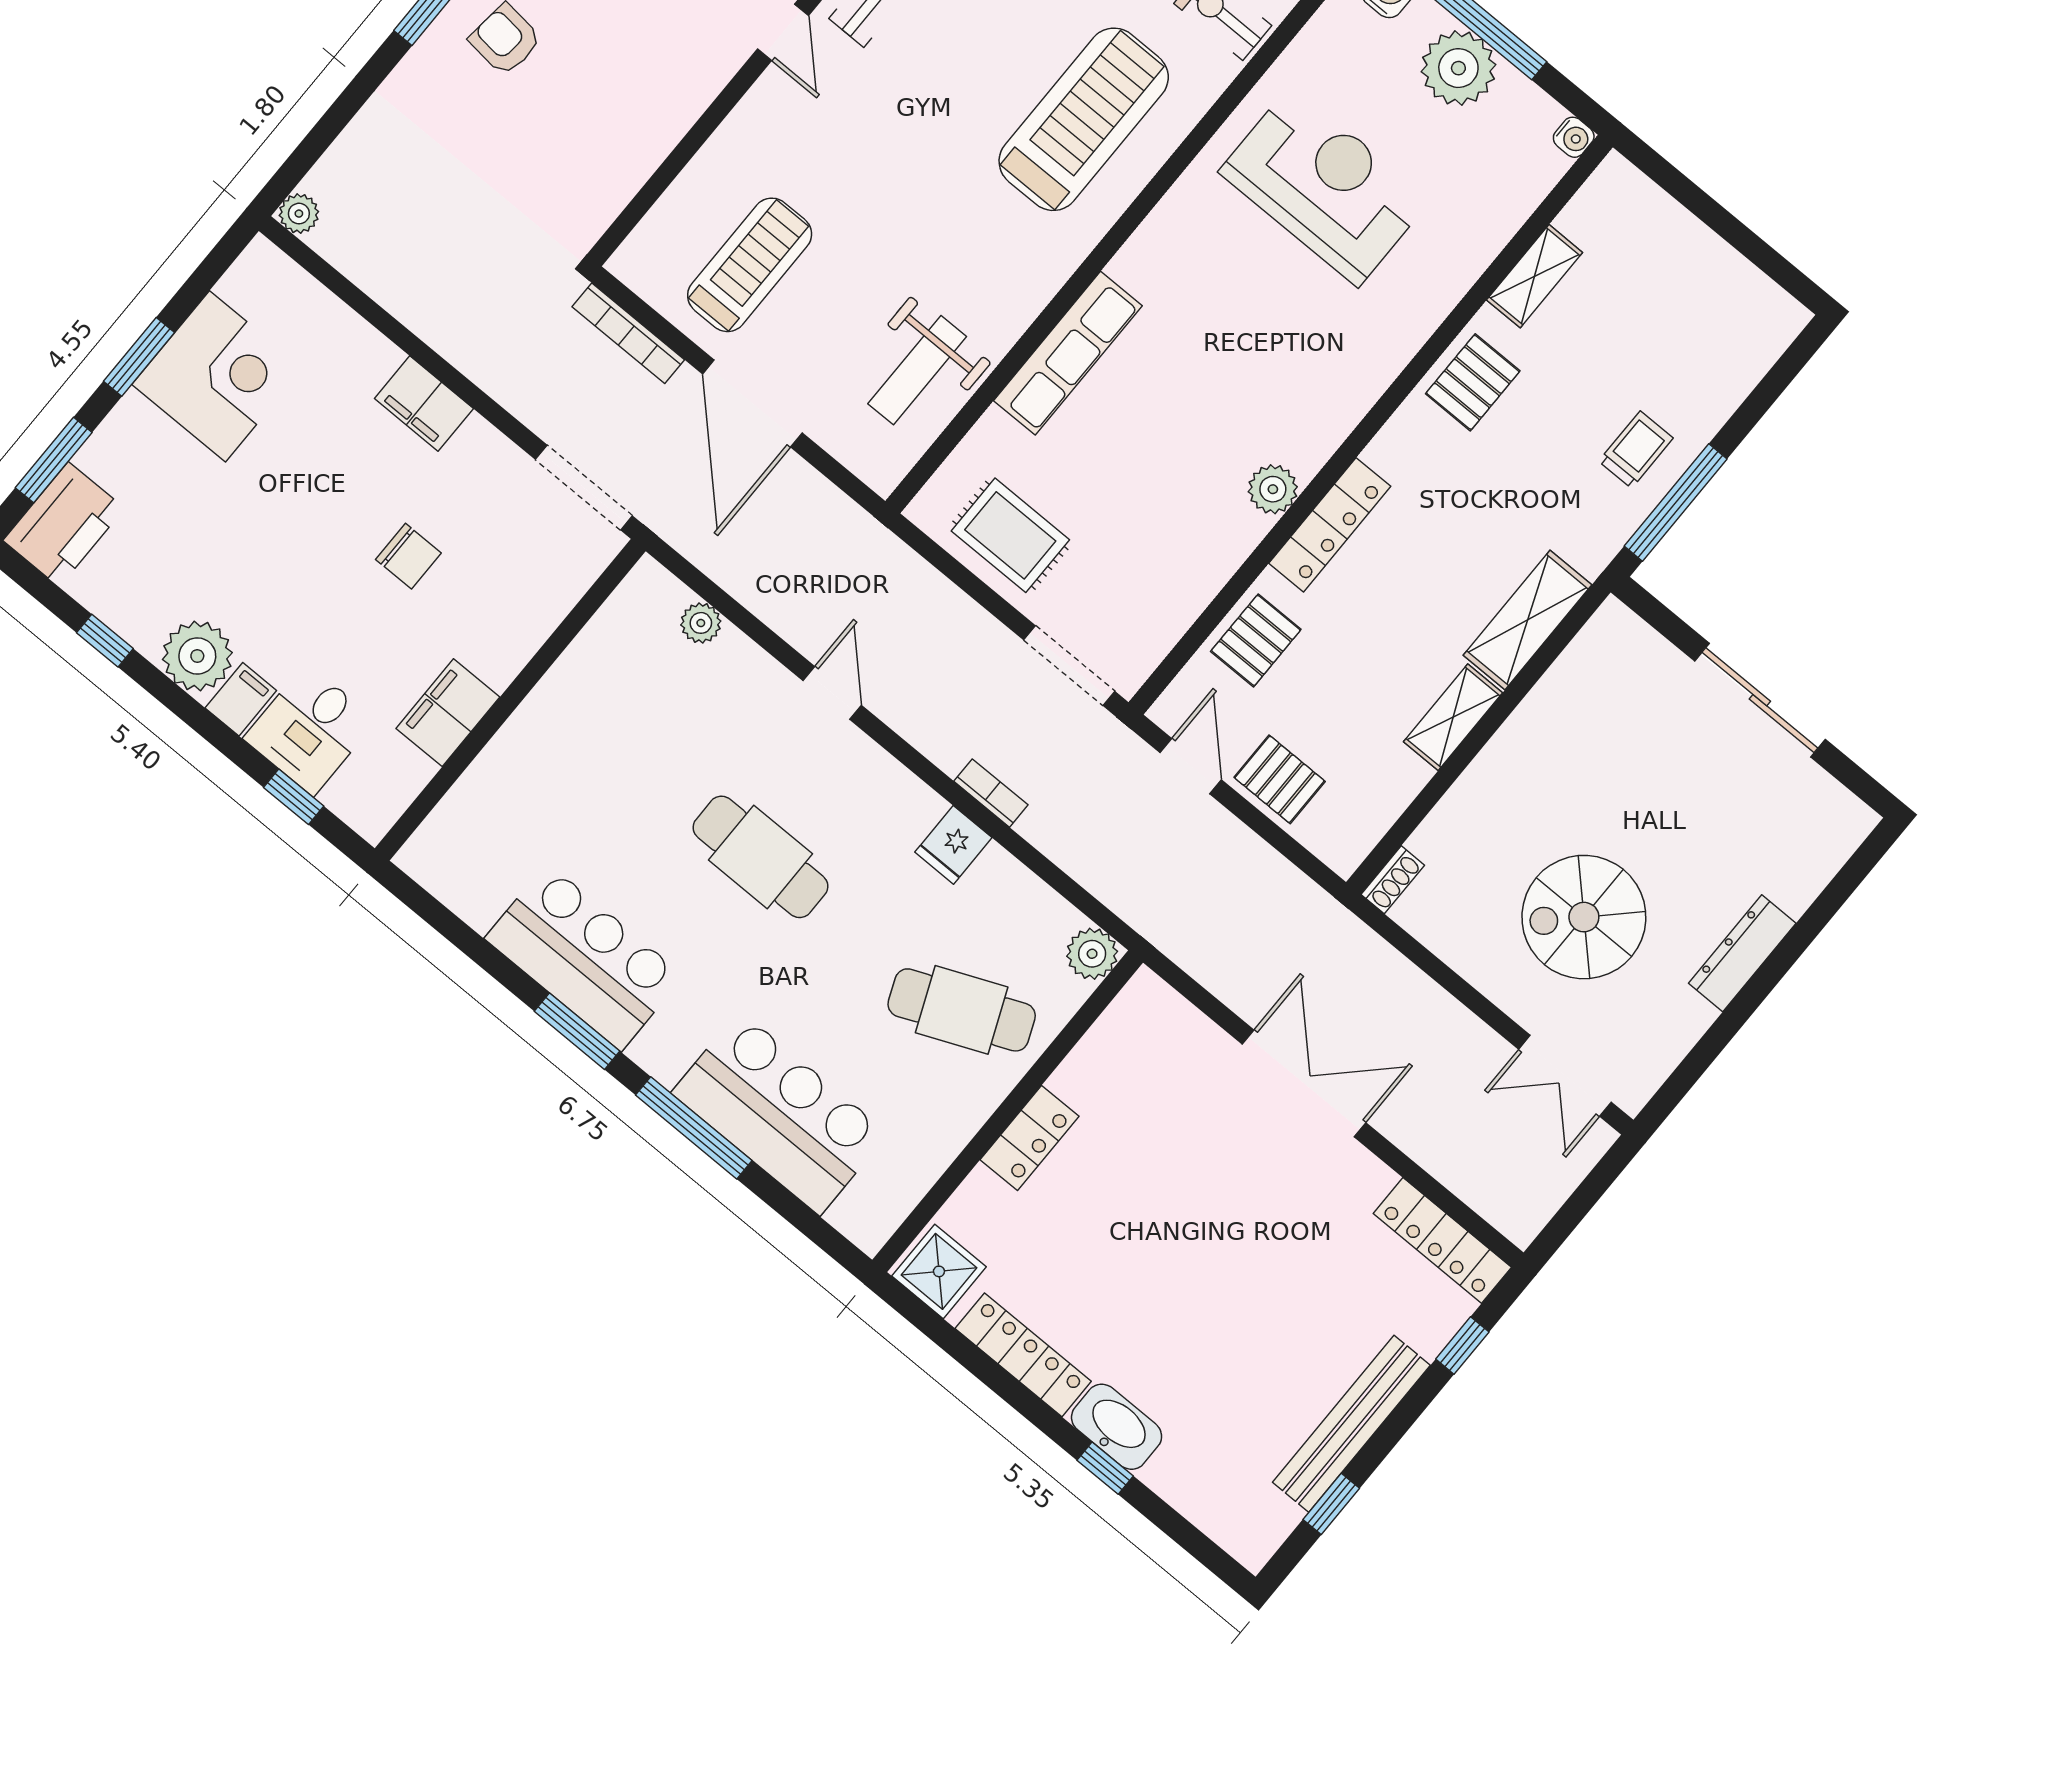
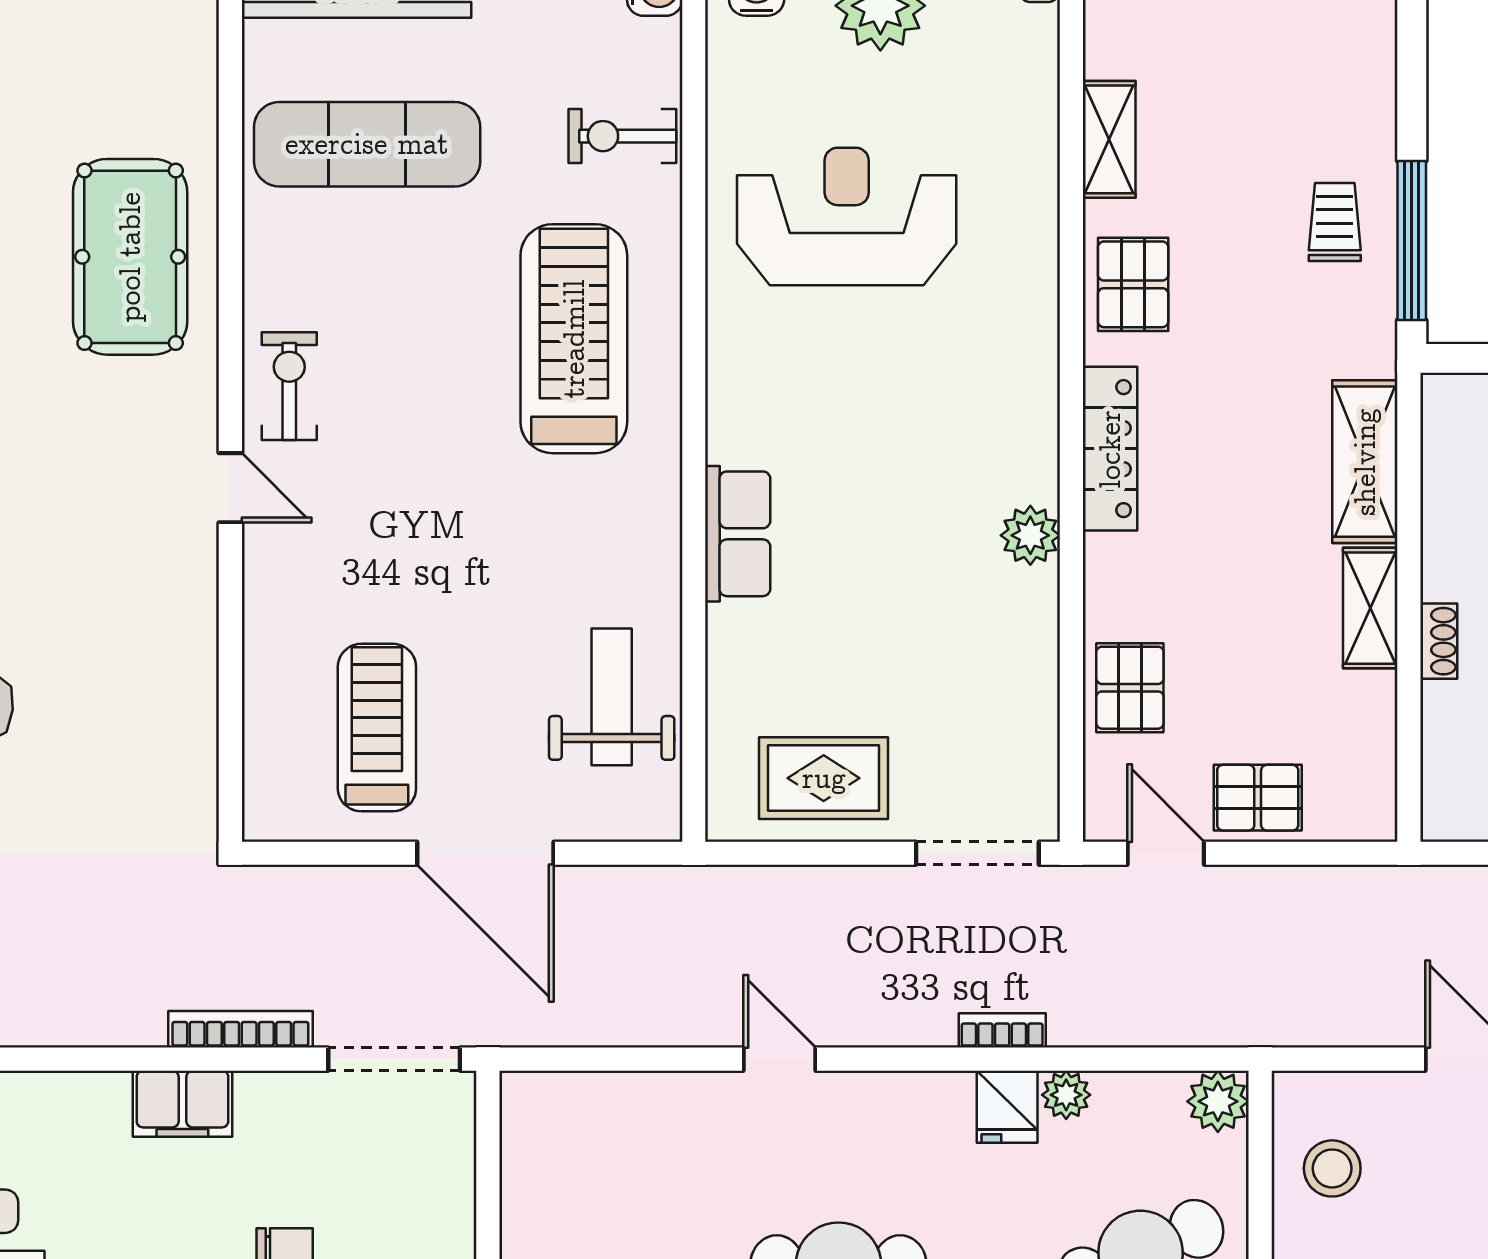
bookcase: (628, 333) -> (240, 1029), moved, turned 180
row of seats: (1068, 353) -> (738, 534), width x0.68
weight bench: (917, 370) -> (612, 697), turned 180
locker: (1330, 525) -> (1110, 449), moved
plant: (701, 623) -> (1066, 1095), moved
shoe rack: (1393, 880) -> (1439, 641), moved
stool: (1130, 1058) -> (1332, 1168), added

